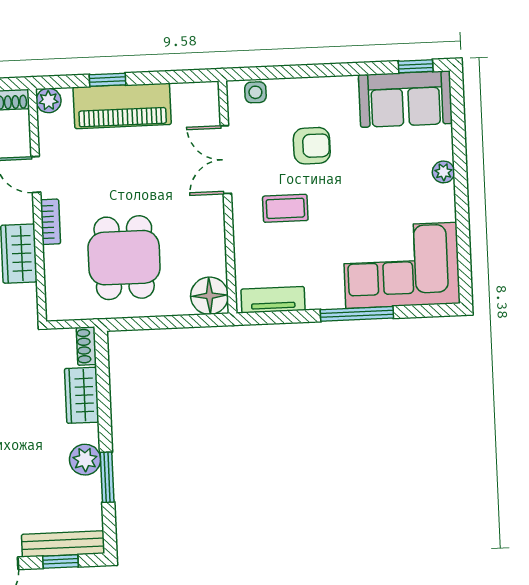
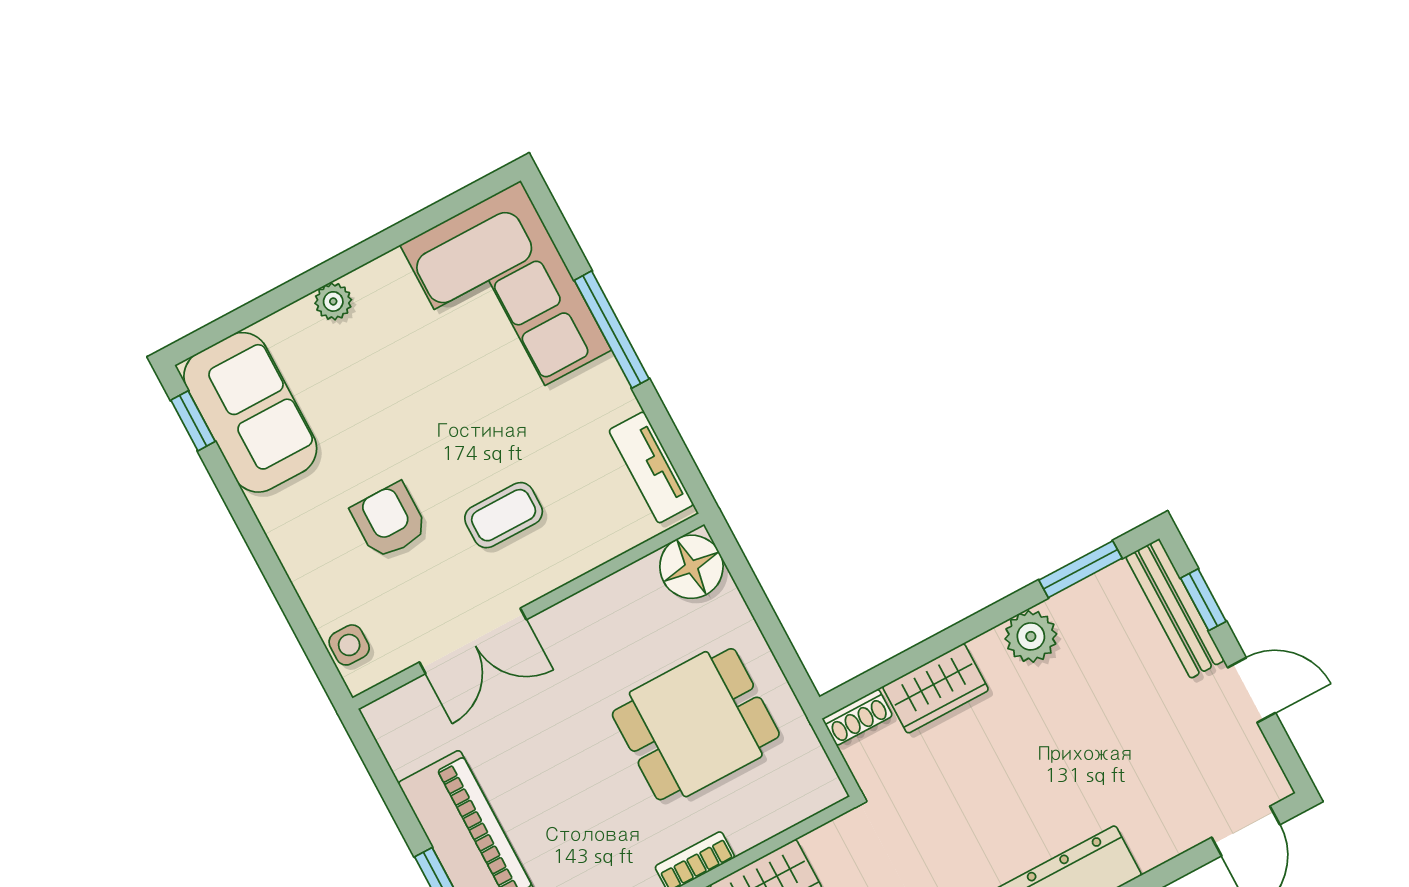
coffee table: (285, 208) -> (504, 515), turned 90
window: (107, 477) -> (1080, 569), moved

